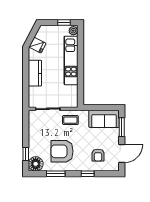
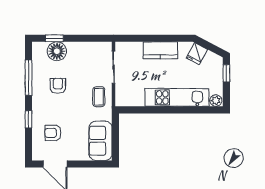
window: (64, 23) -> (226, 73), moved
window: (122, 127) -> (90, 164), removed
armchair: (62, 151) -> (58, 86), width x0.53, depth x0.53
floor lamp: (36, 164) -> (57, 51), moved
window: (56, 174) -> (28, 78), width x1.44

